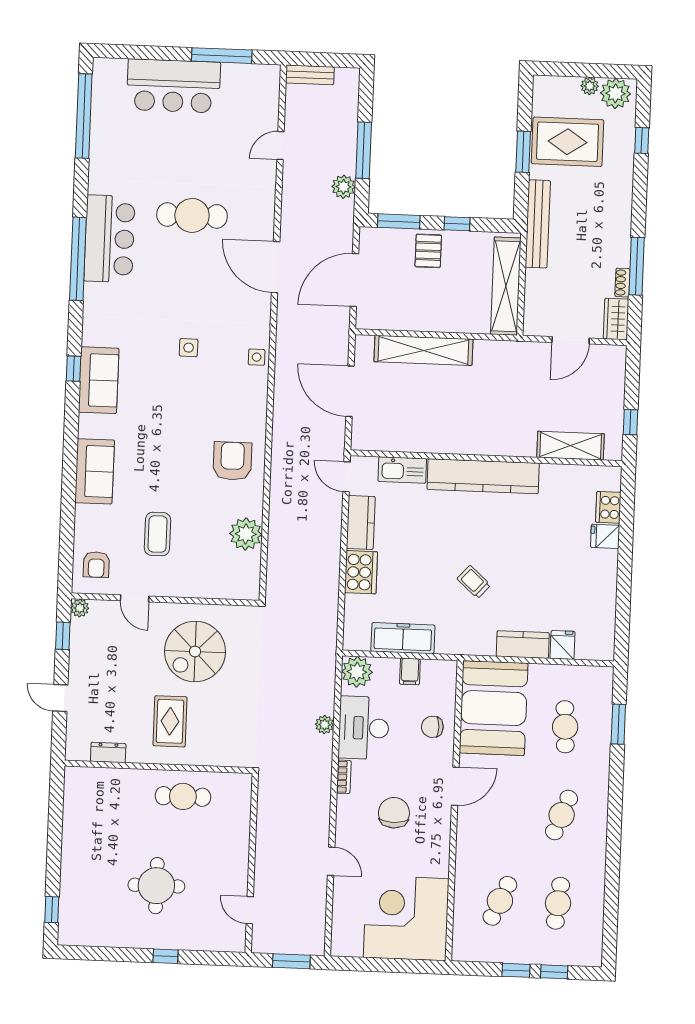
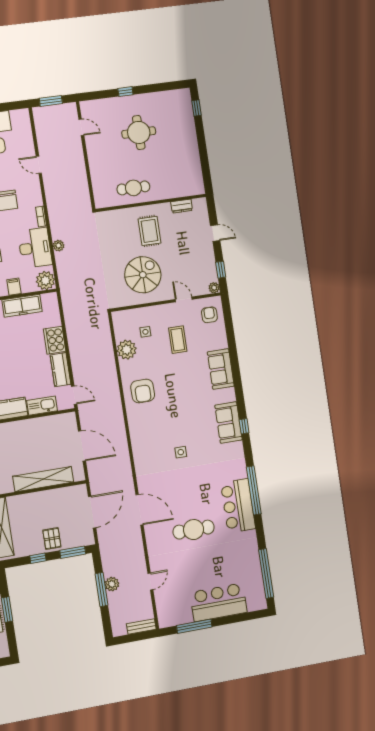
plant: (344, 187) -> (112, 584), moved
side table: (257, 357) -> (145, 332), moved

